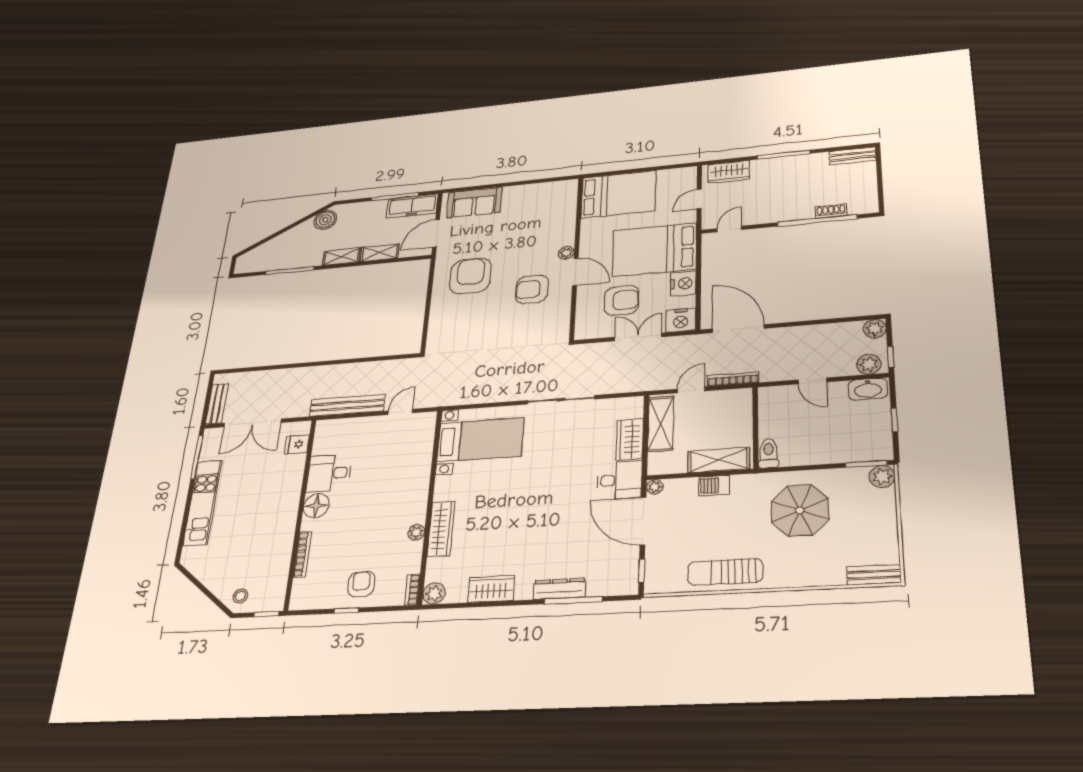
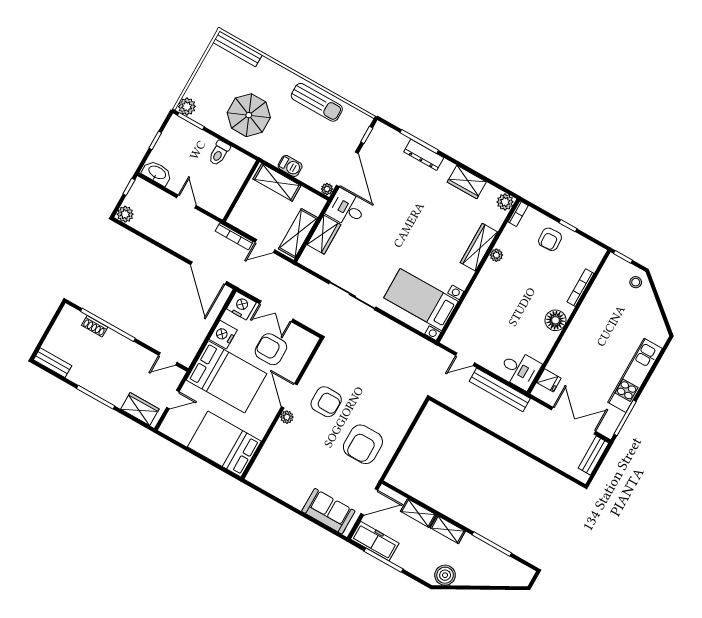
plant: (869, 364) -> (145, 190), removed
toilet: (769, 453) -> (219, 153), moved
desk: (329, 473) -> (520, 370), moved
bench: (874, 575) -> (238, 49), width x1.36

